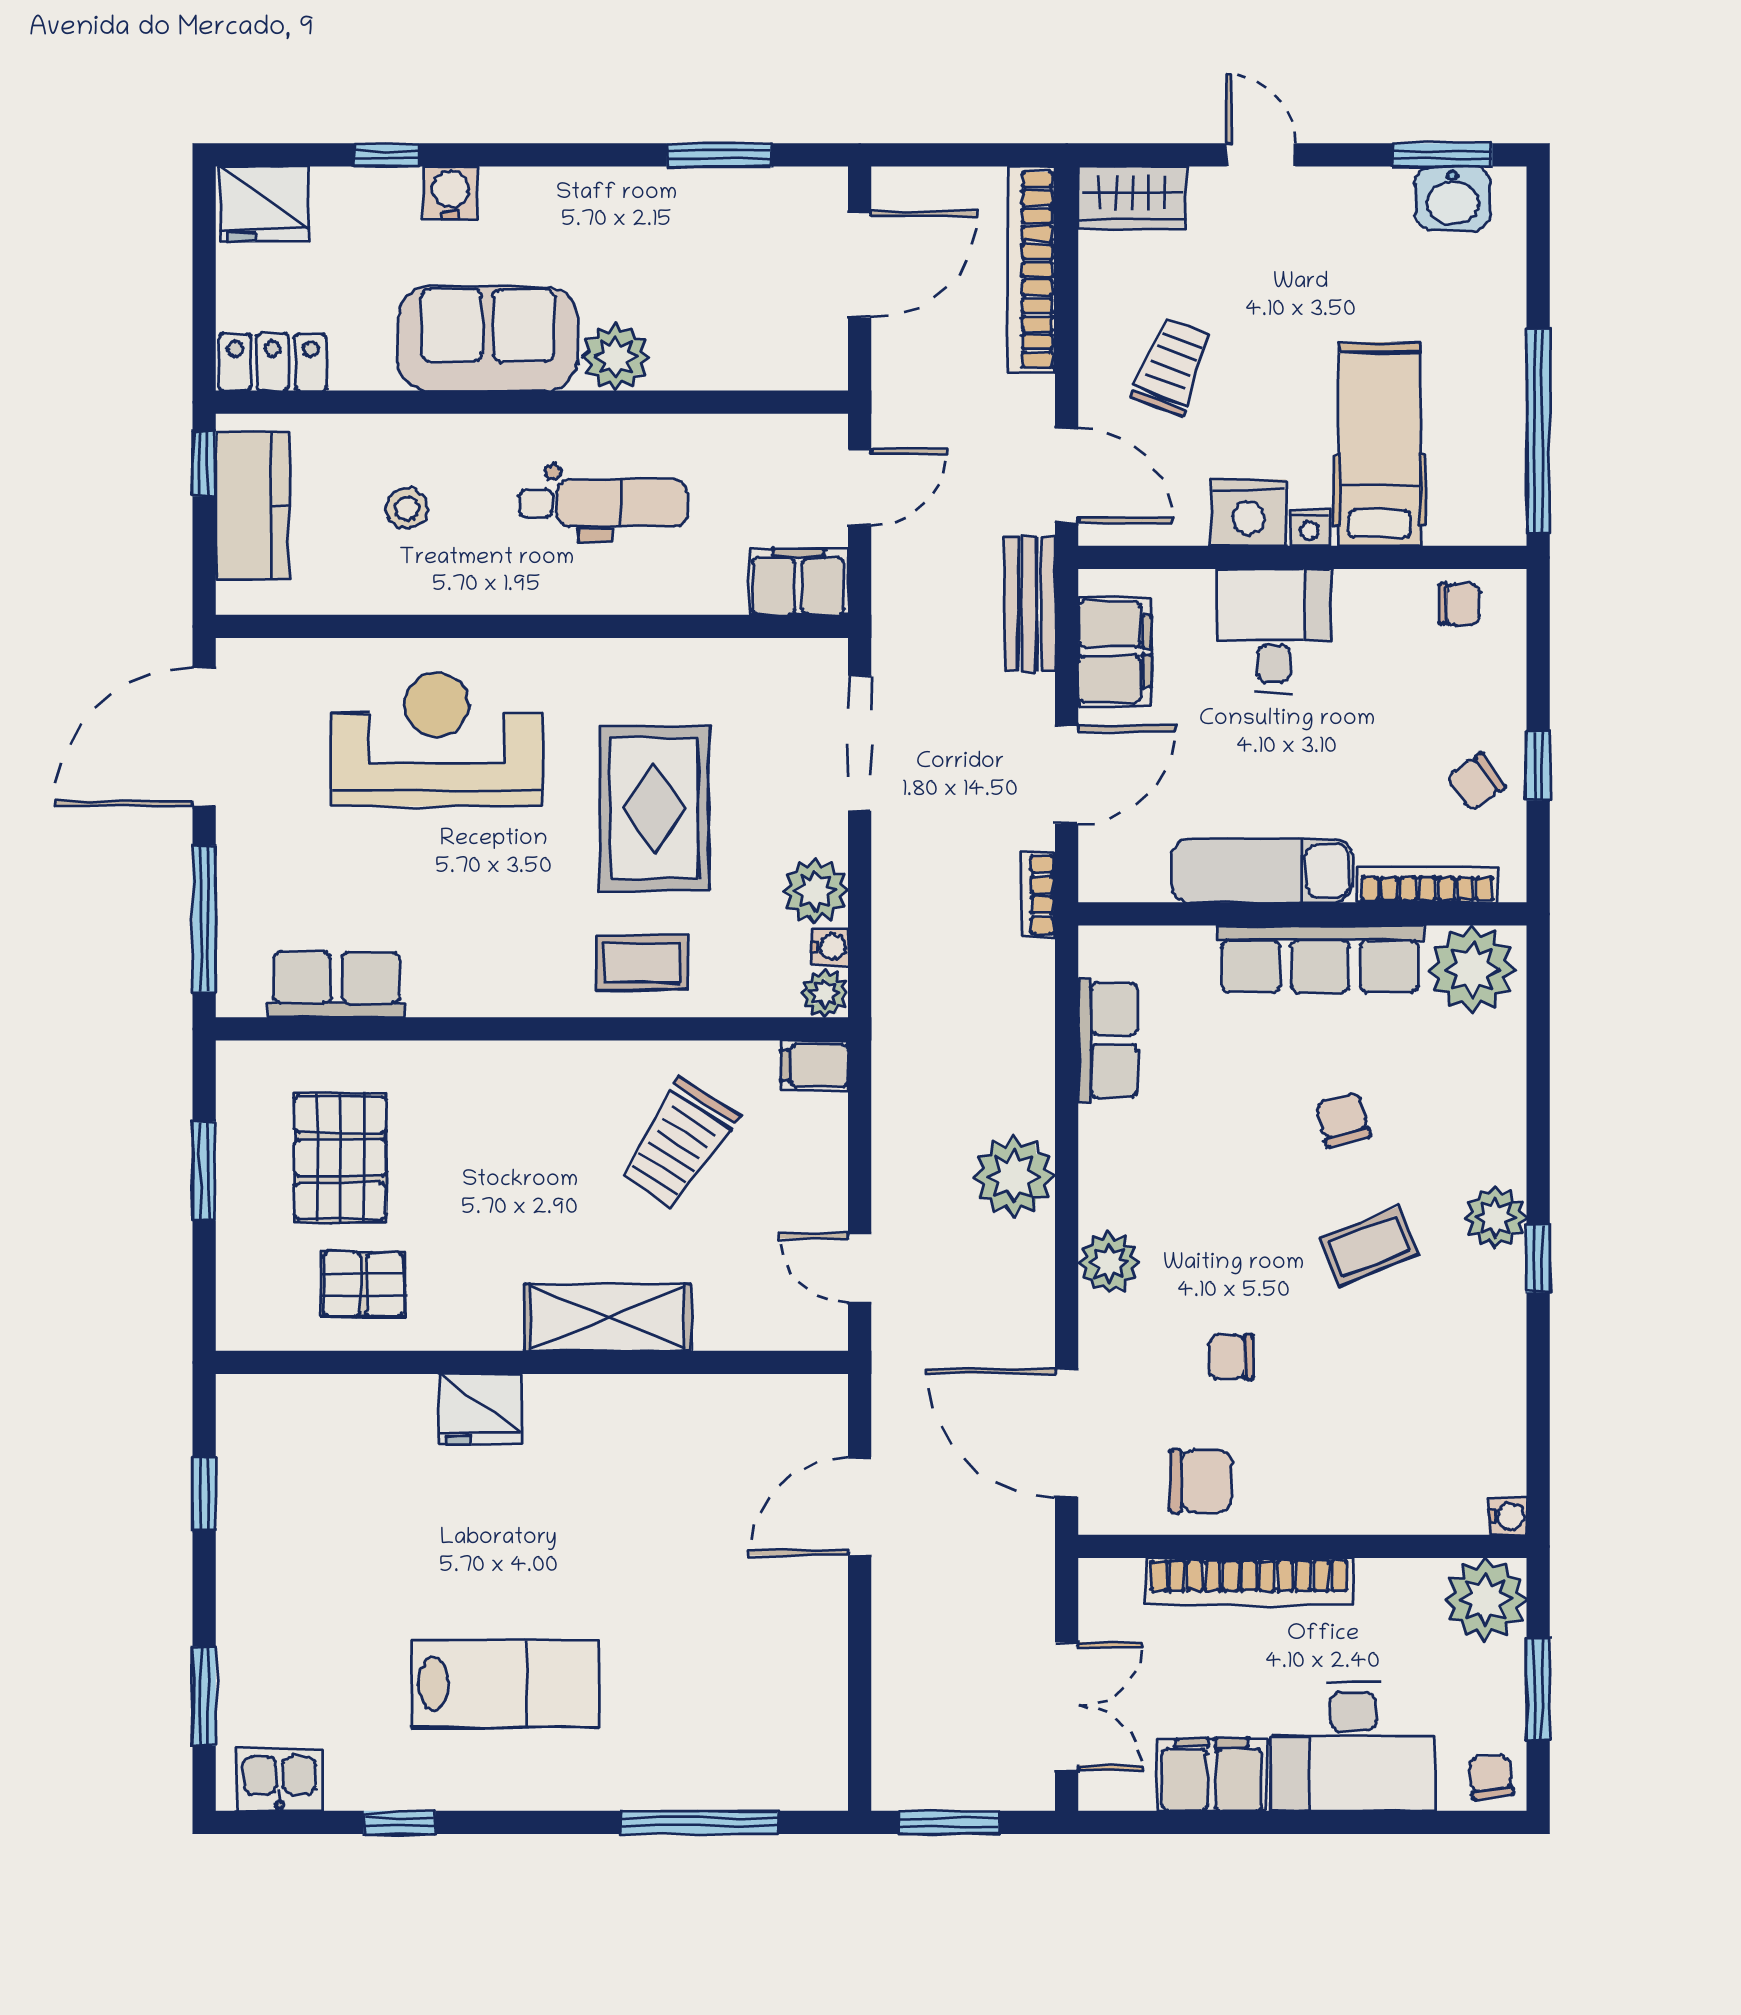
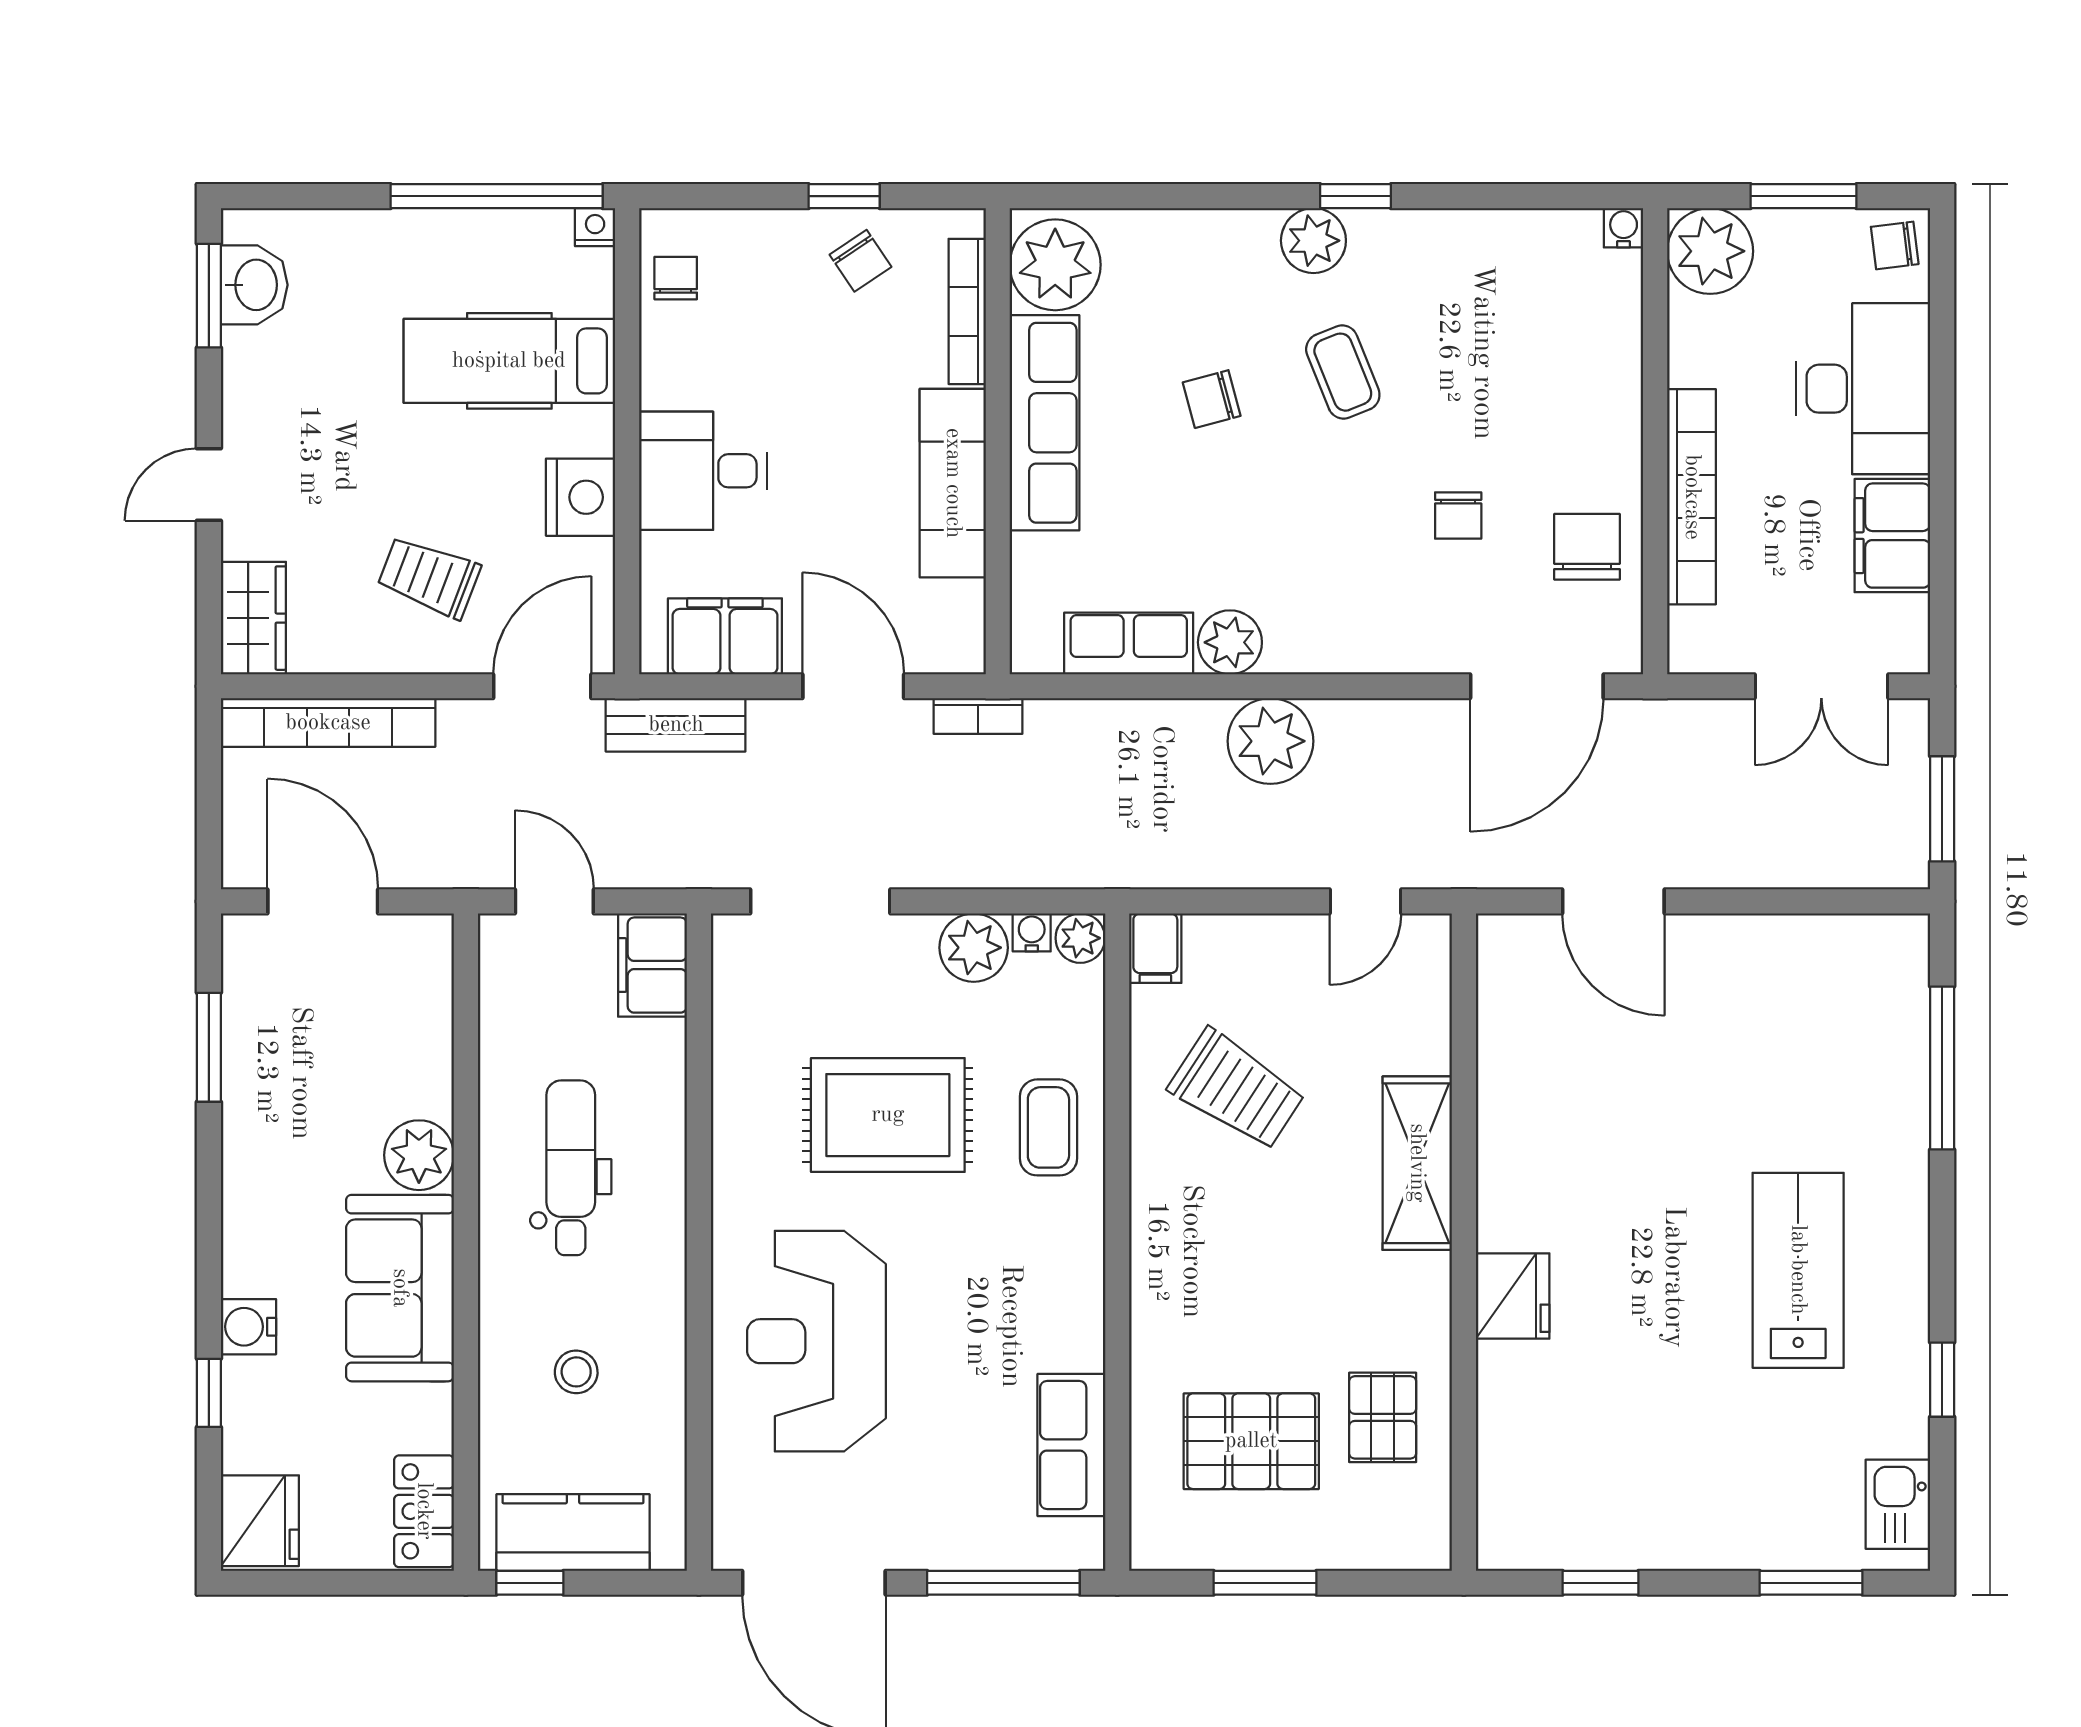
nightstand: (1310, 528) -> (595, 227), moved, turned -90
plant: (1109, 1263) -> (1230, 642), moved
double door: (1067, 1706) -> (1821, 686), swing flipped

